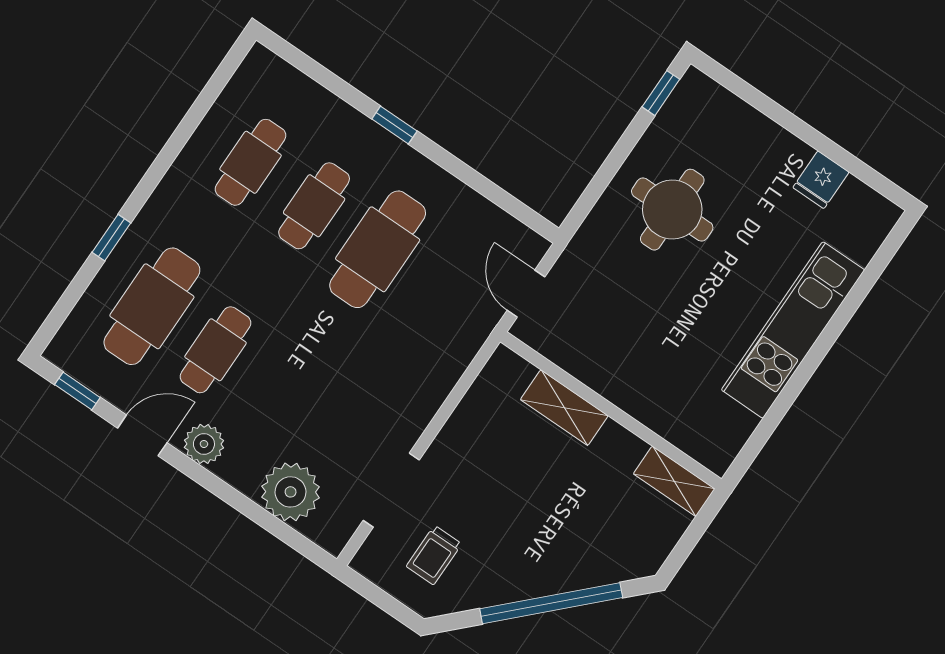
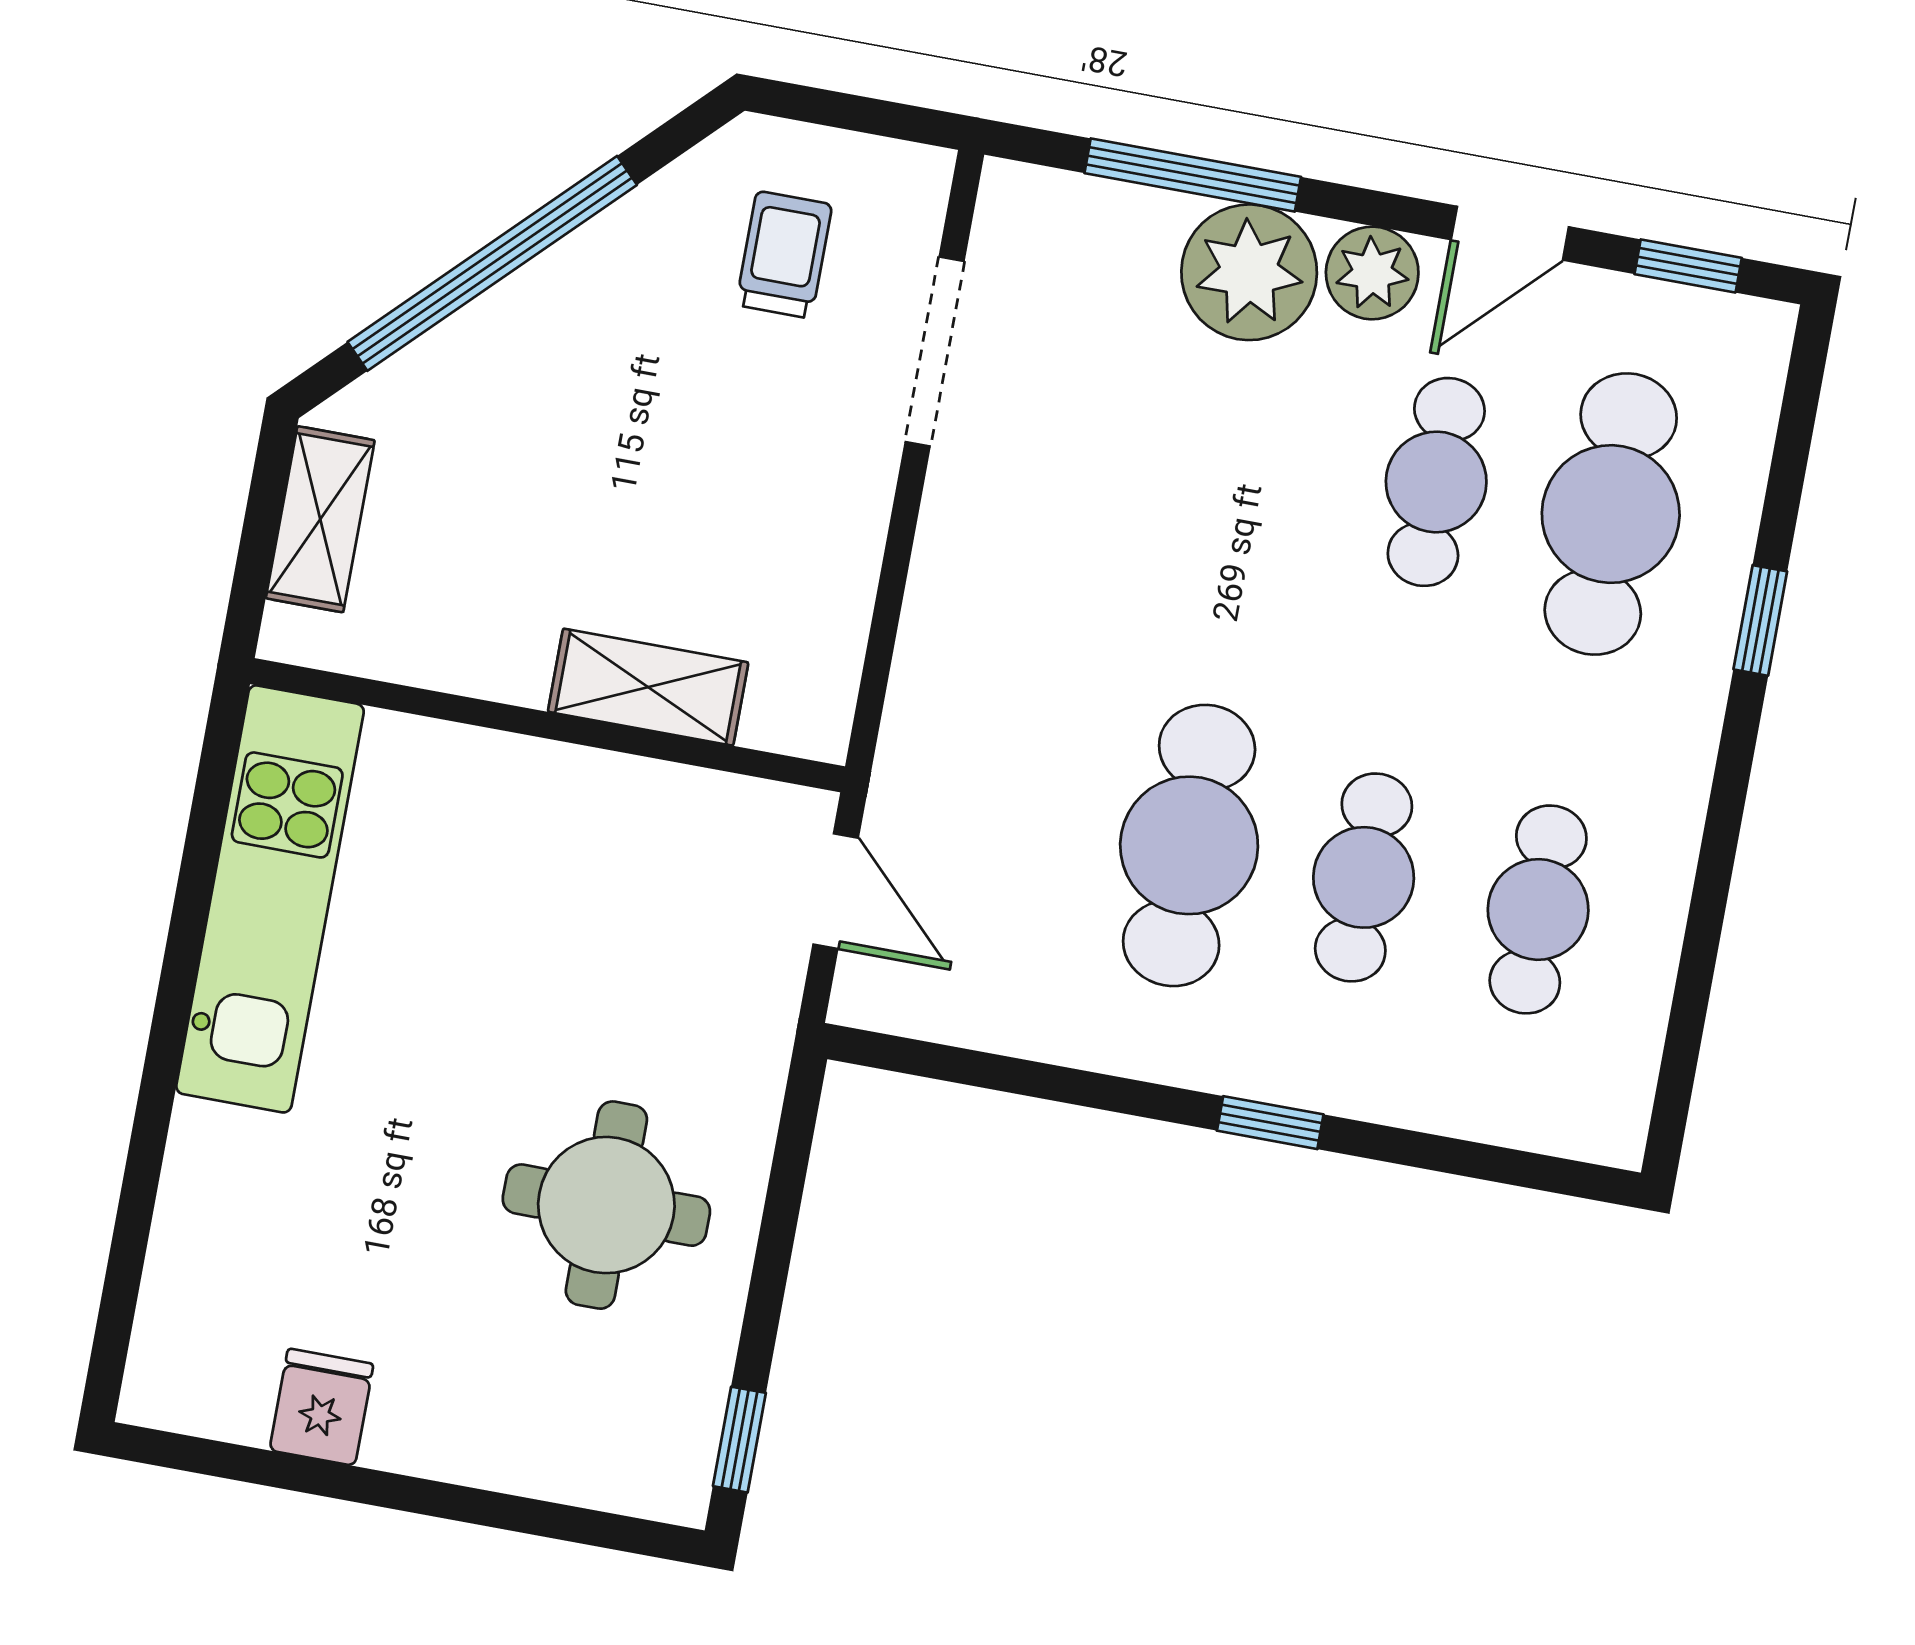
kitchen unit: (793, 330) -> (270, 899), moved
shelving: (674, 481) -> (320, 519), moved, turned 90
plant: (291, 492) -> (1249, 272), moved
window: (258, 515) -> (1193, 175), added

